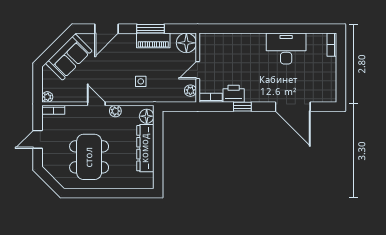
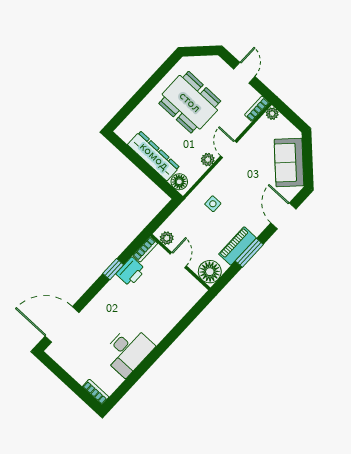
door: (96, 104) -> (229, 149), swing flipped
door: (293, 107) -> (62, 324), moved

